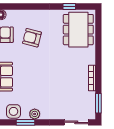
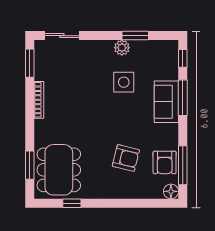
window: (98, 33) -> (30, 165), added
side table: (14, 111) -> (124, 82), moved

